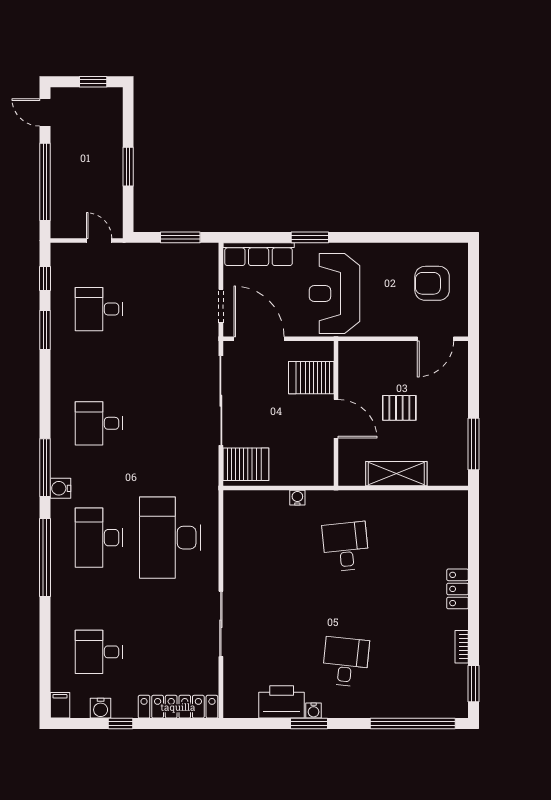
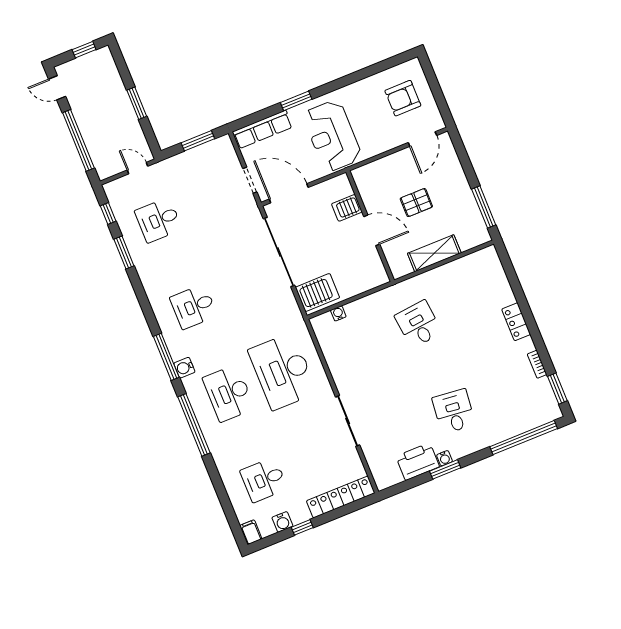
server rack: (311, 378) -> (347, 208), width x0.73, depth x0.70
water cooler: (297, 498) -> (338, 313), moved

